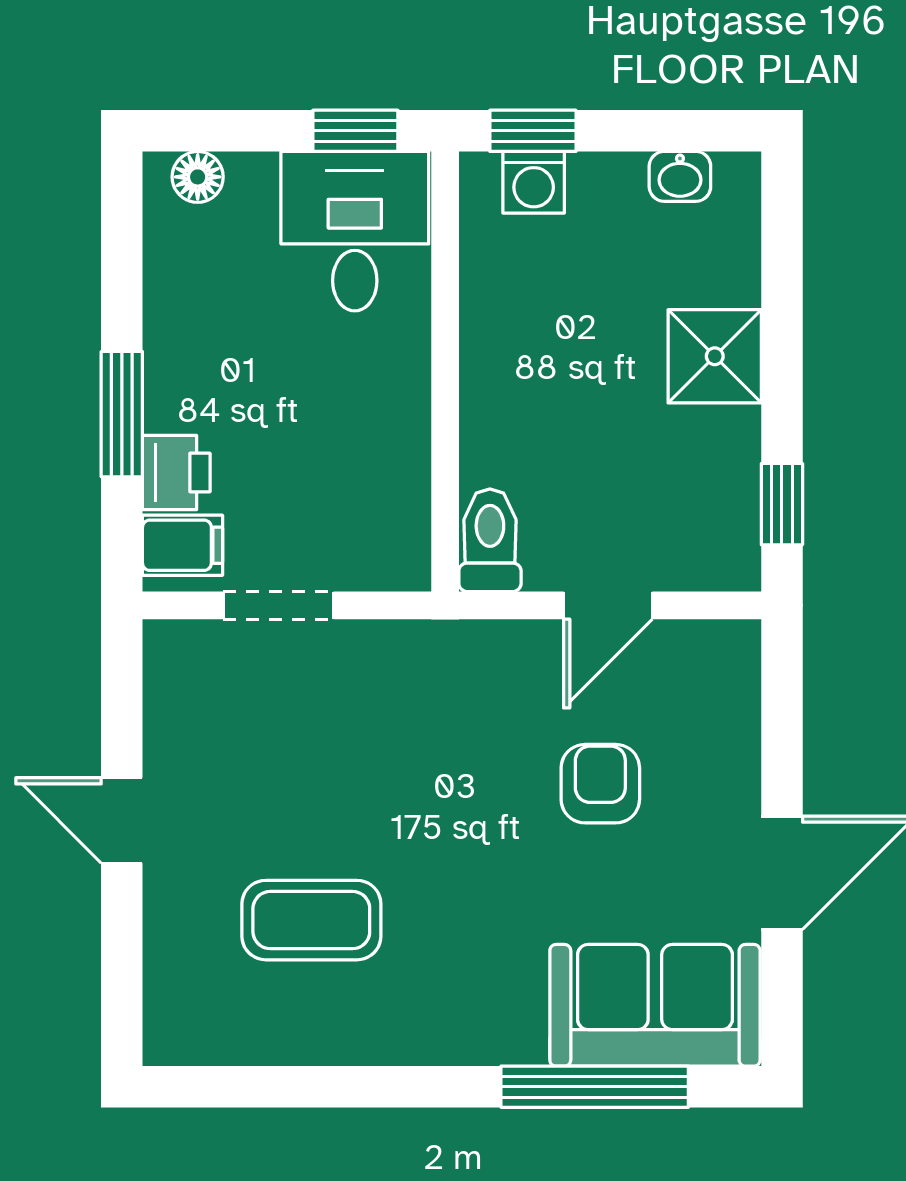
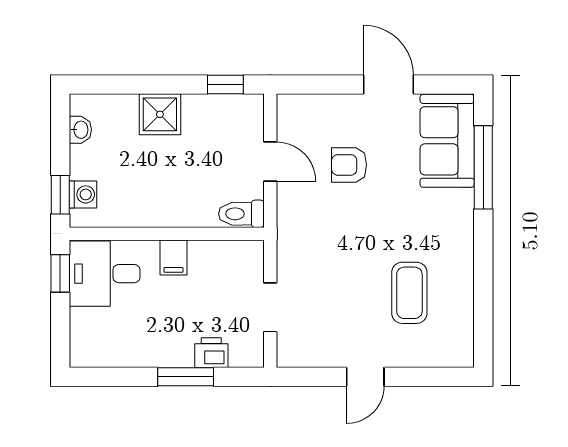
floor lamp: (198, 177) -> (81, 343), removed
filing cabinet: (182, 545) -> (173, 257), moved, turned 180

